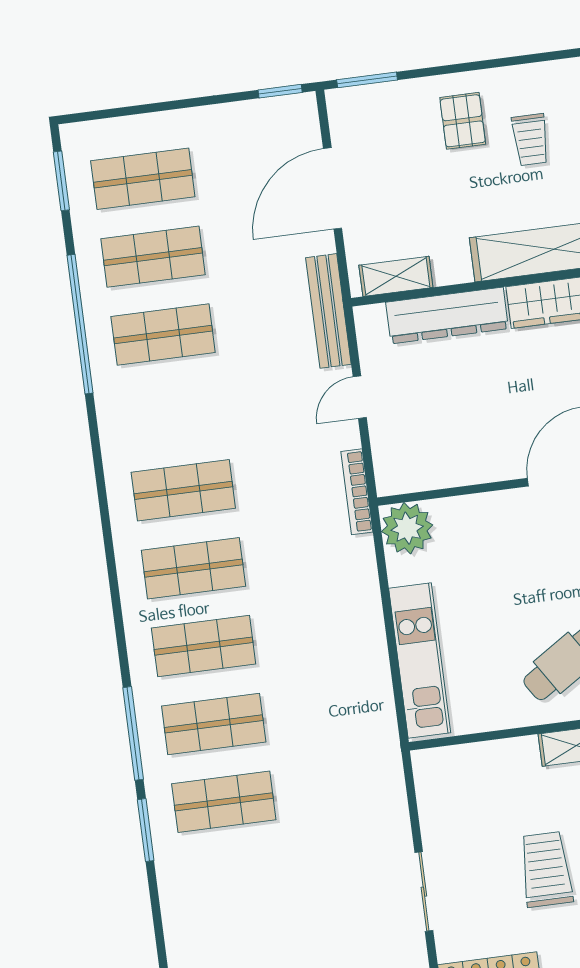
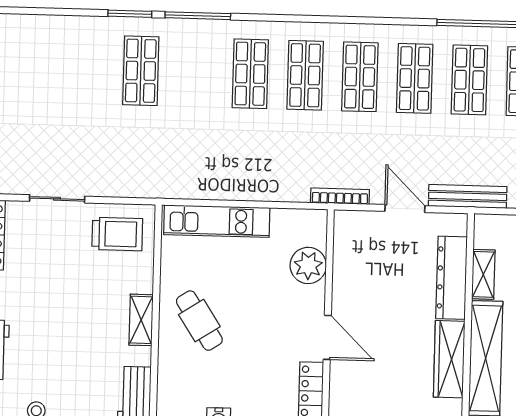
shelving: (396, 276) -> (483, 274), moved
door: (360, 397) -> (405, 209), width x1.38
plant: (407, 528) -> (308, 265), moved
shop shelf: (214, 724) -> (415, 78), moved
trolley: (546, 869) -> (117, 234), moved

